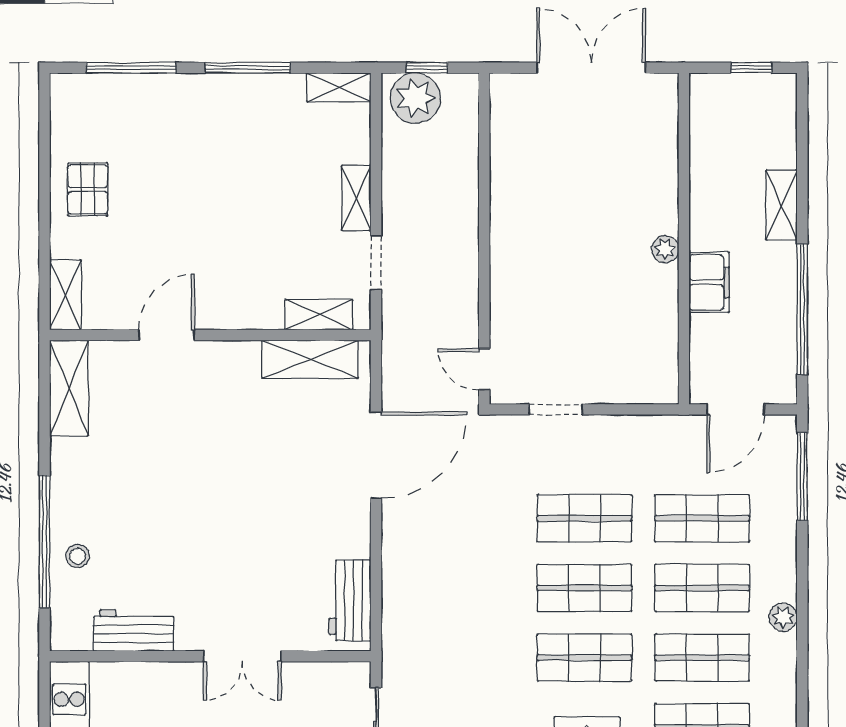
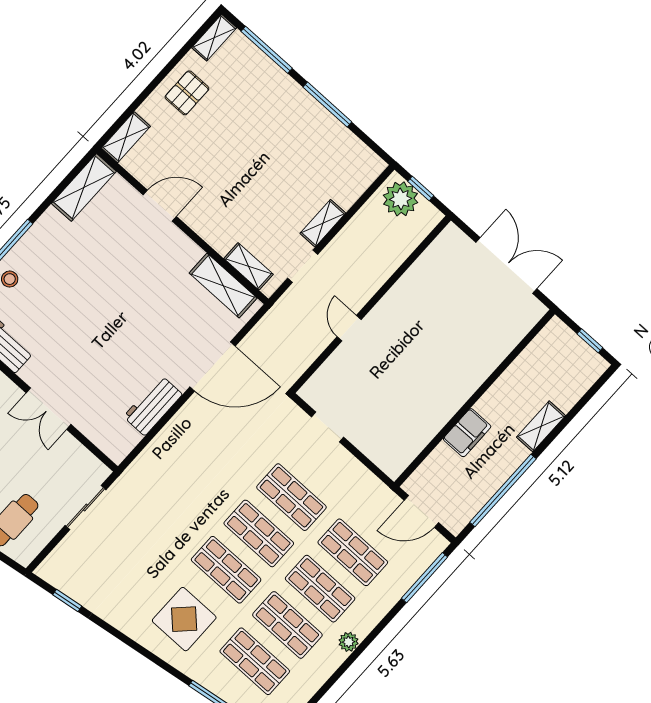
shelving: (339, 87) -> (214, 38), moved, turned 90
plant: (665, 249) -> (460, 395), removed
door: (484, 369) -> (349, 328), moved
workbench: (350, 600) -> (153, 405), moved

